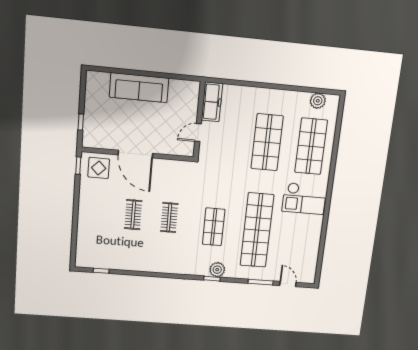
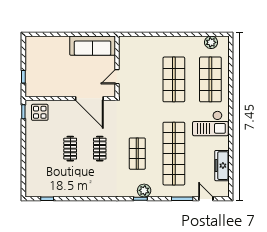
sofa: (139, 88) -> (93, 46), moved
freezer: (212, 102) -> (222, 166), moved, turned 180
door: (135, 154) -> (89, 98), moved

